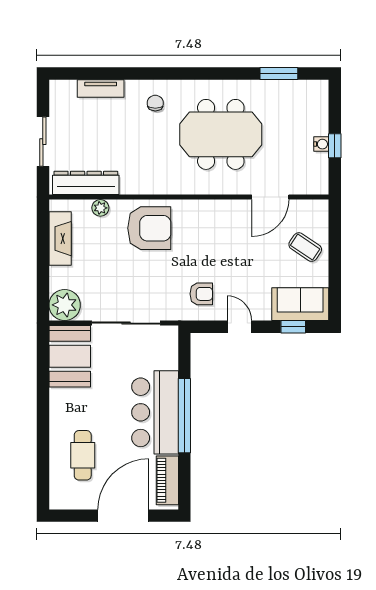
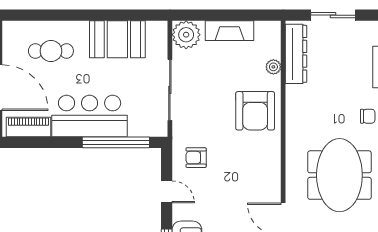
fireplace: (60, 239) -> (230, 31), moved
armchair: (201, 294) -> (196, 158), turned 90
door: (239, 327) -> (167, 192), hinge flipped
booth: (70, 356) -> (117, 39), moved
window: (184, 416) -> (116, 142), moved

